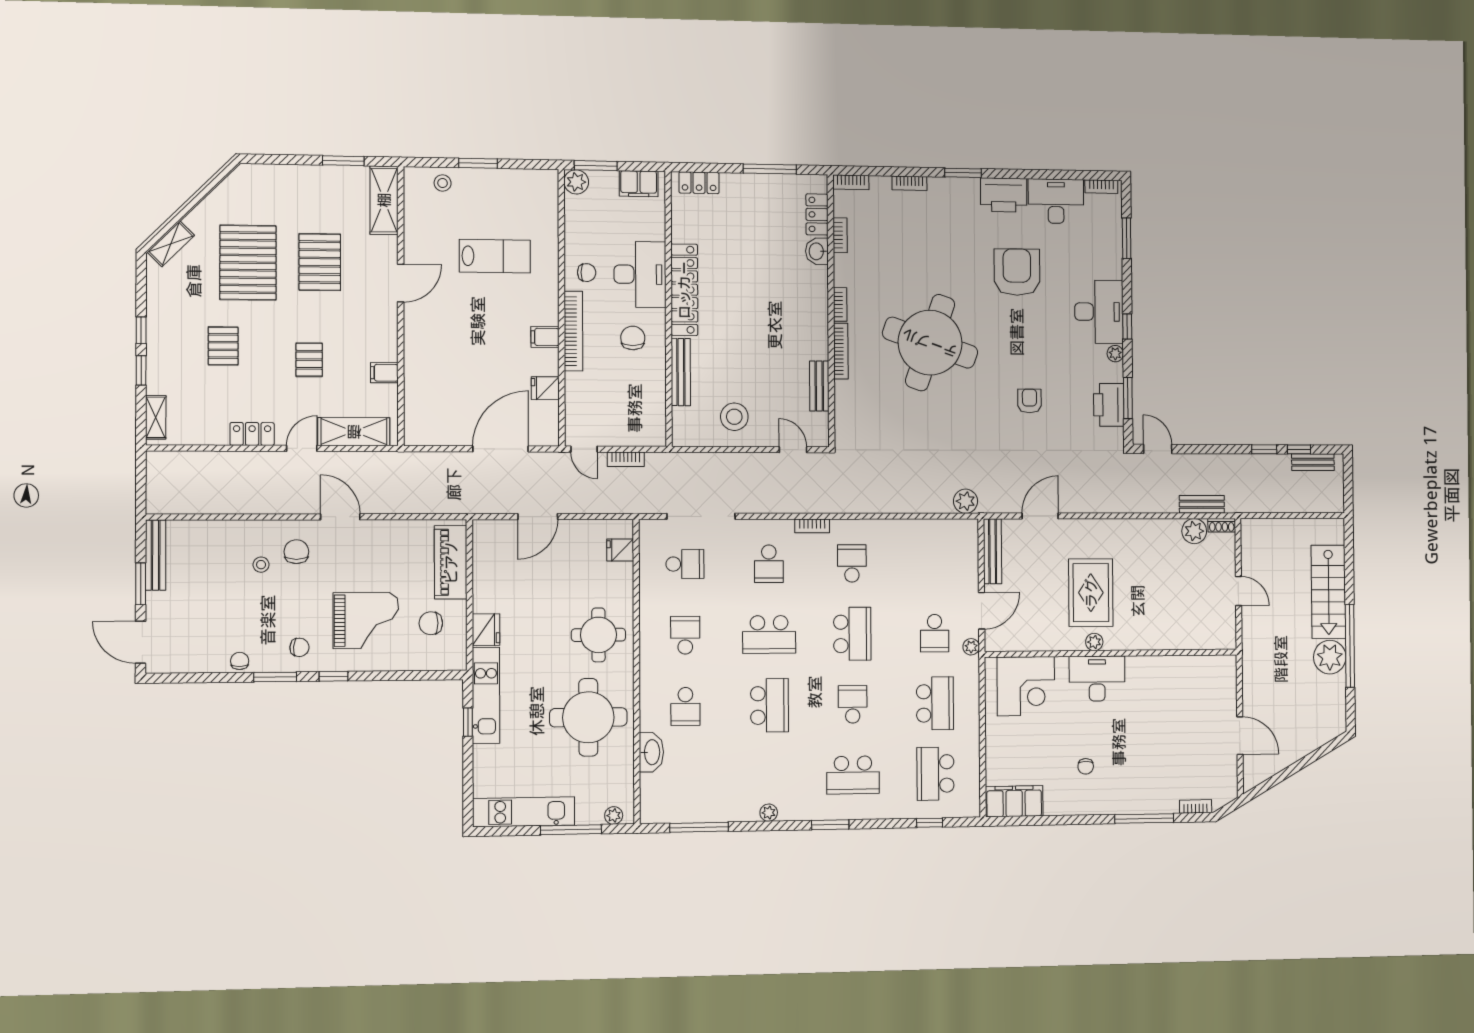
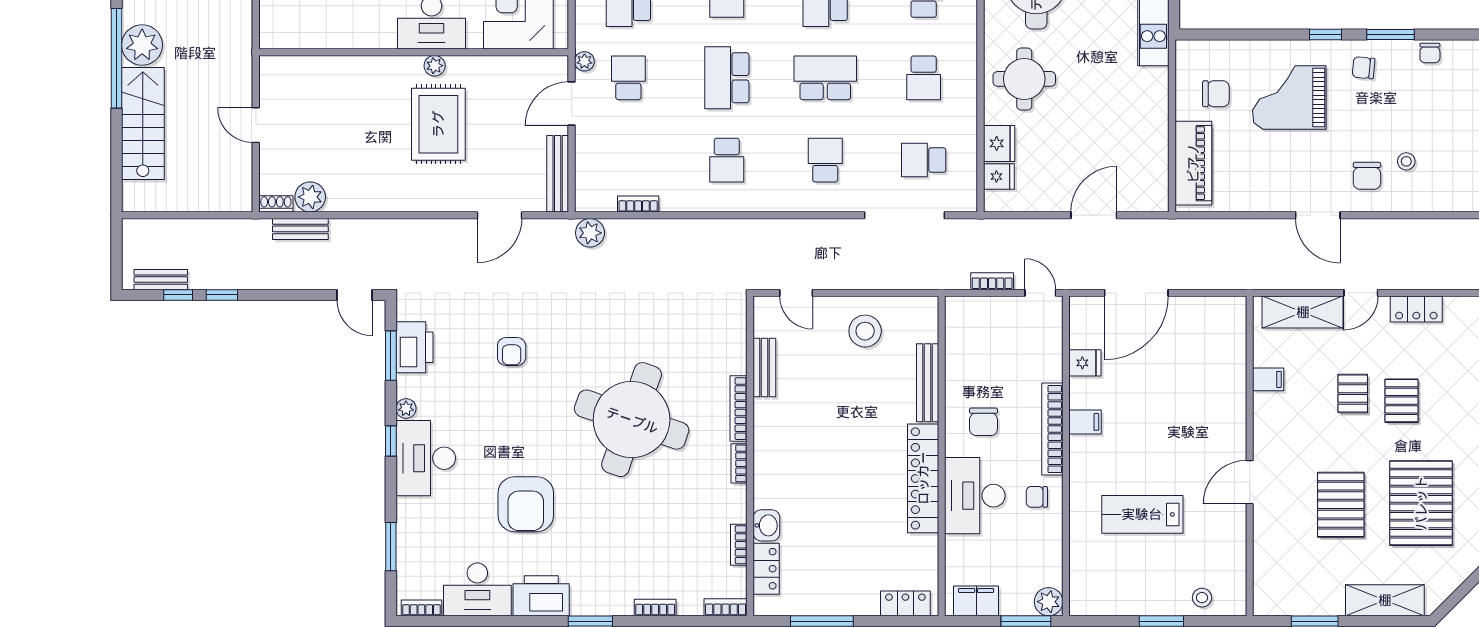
shelving: (384, 200) -> (1385, 600), moved, turned 90
pallet: (223, 346) -> (1401, 401), moved
bookcase: (812, 526) -> (638, 204), moved
fridge: (486, 630) -> (999, 143), moved, turned 180

